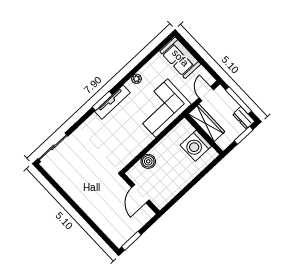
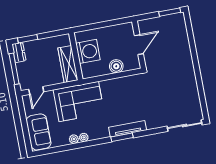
plant: (144, 72) -> (74, 139), added
tv unit: (112, 102) -> (128, 129), moved
wardrobe: (207, 123) -> (68, 64), moved
wall: (204, 134) -> (76, 56), moved
washing machine: (196, 146) -> (88, 51), moved

